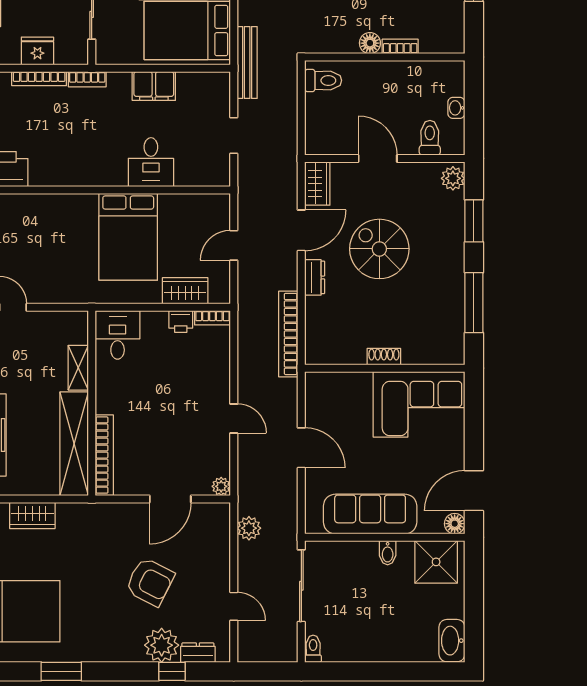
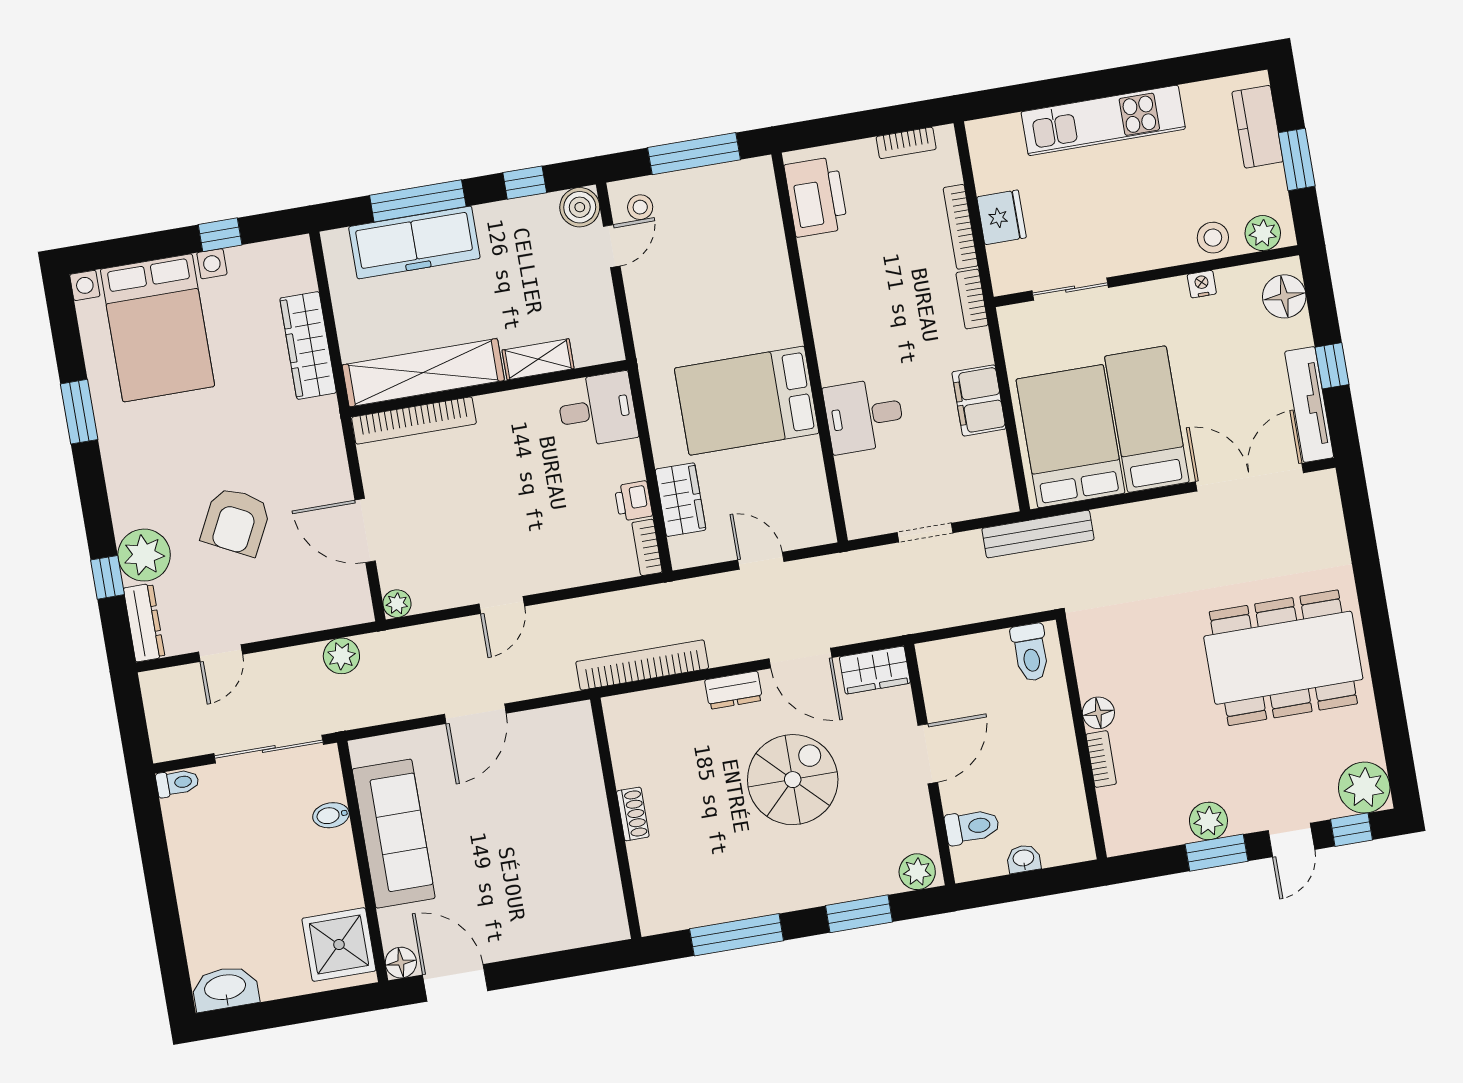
corner sofa: (419, 404) -> (570, 879), removed
wardrobe: (32, 515) -> (308, 345), width x1.50
bidet: (388, 553) -> (331, 815), moved
dresser: (198, 653) -> (144, 623), width x1.44

